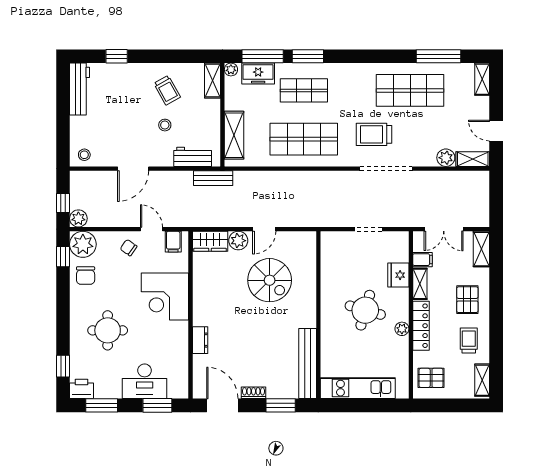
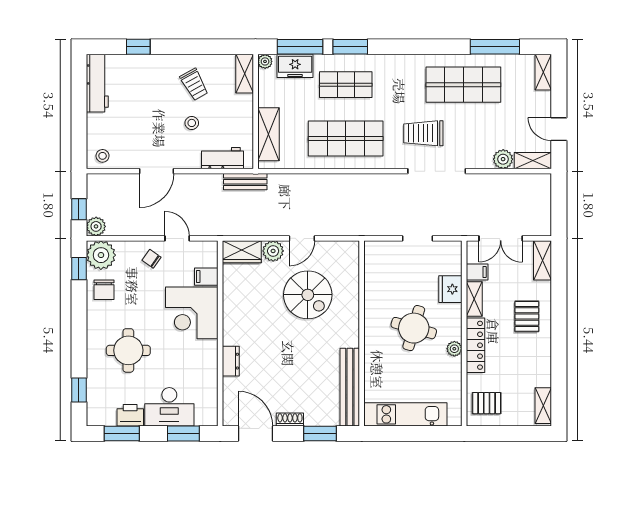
filing cabinet: (173, 242) -> (206, 277), moved, turned 90
trolley: (469, 340) -> (528, 362), removed
printer: (82, 389) -> (130, 415), moved

